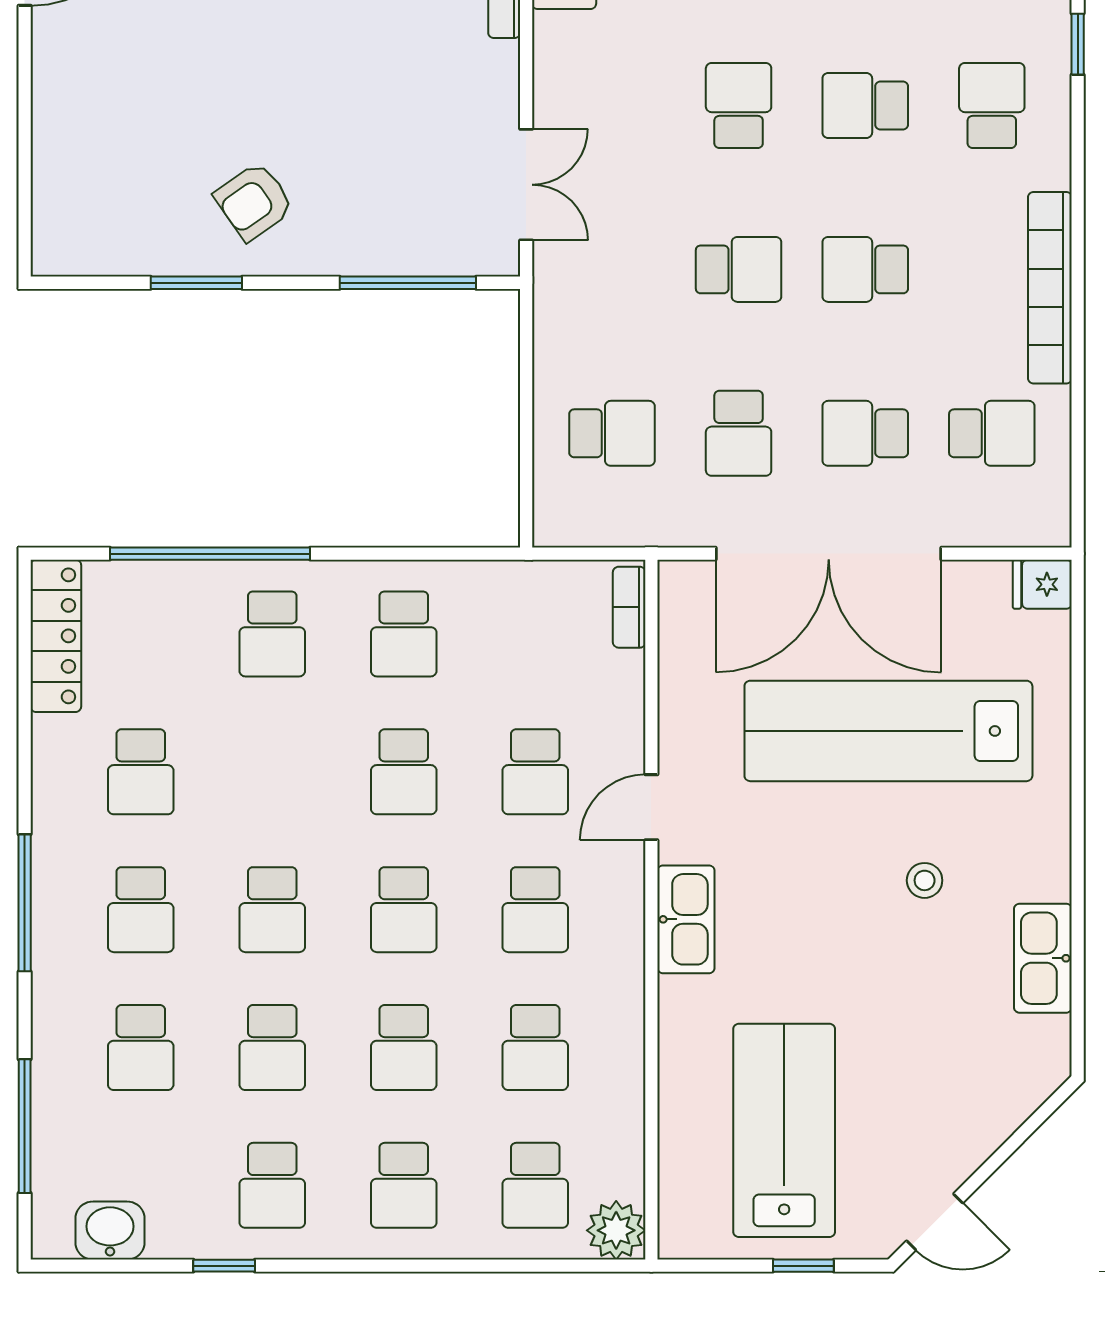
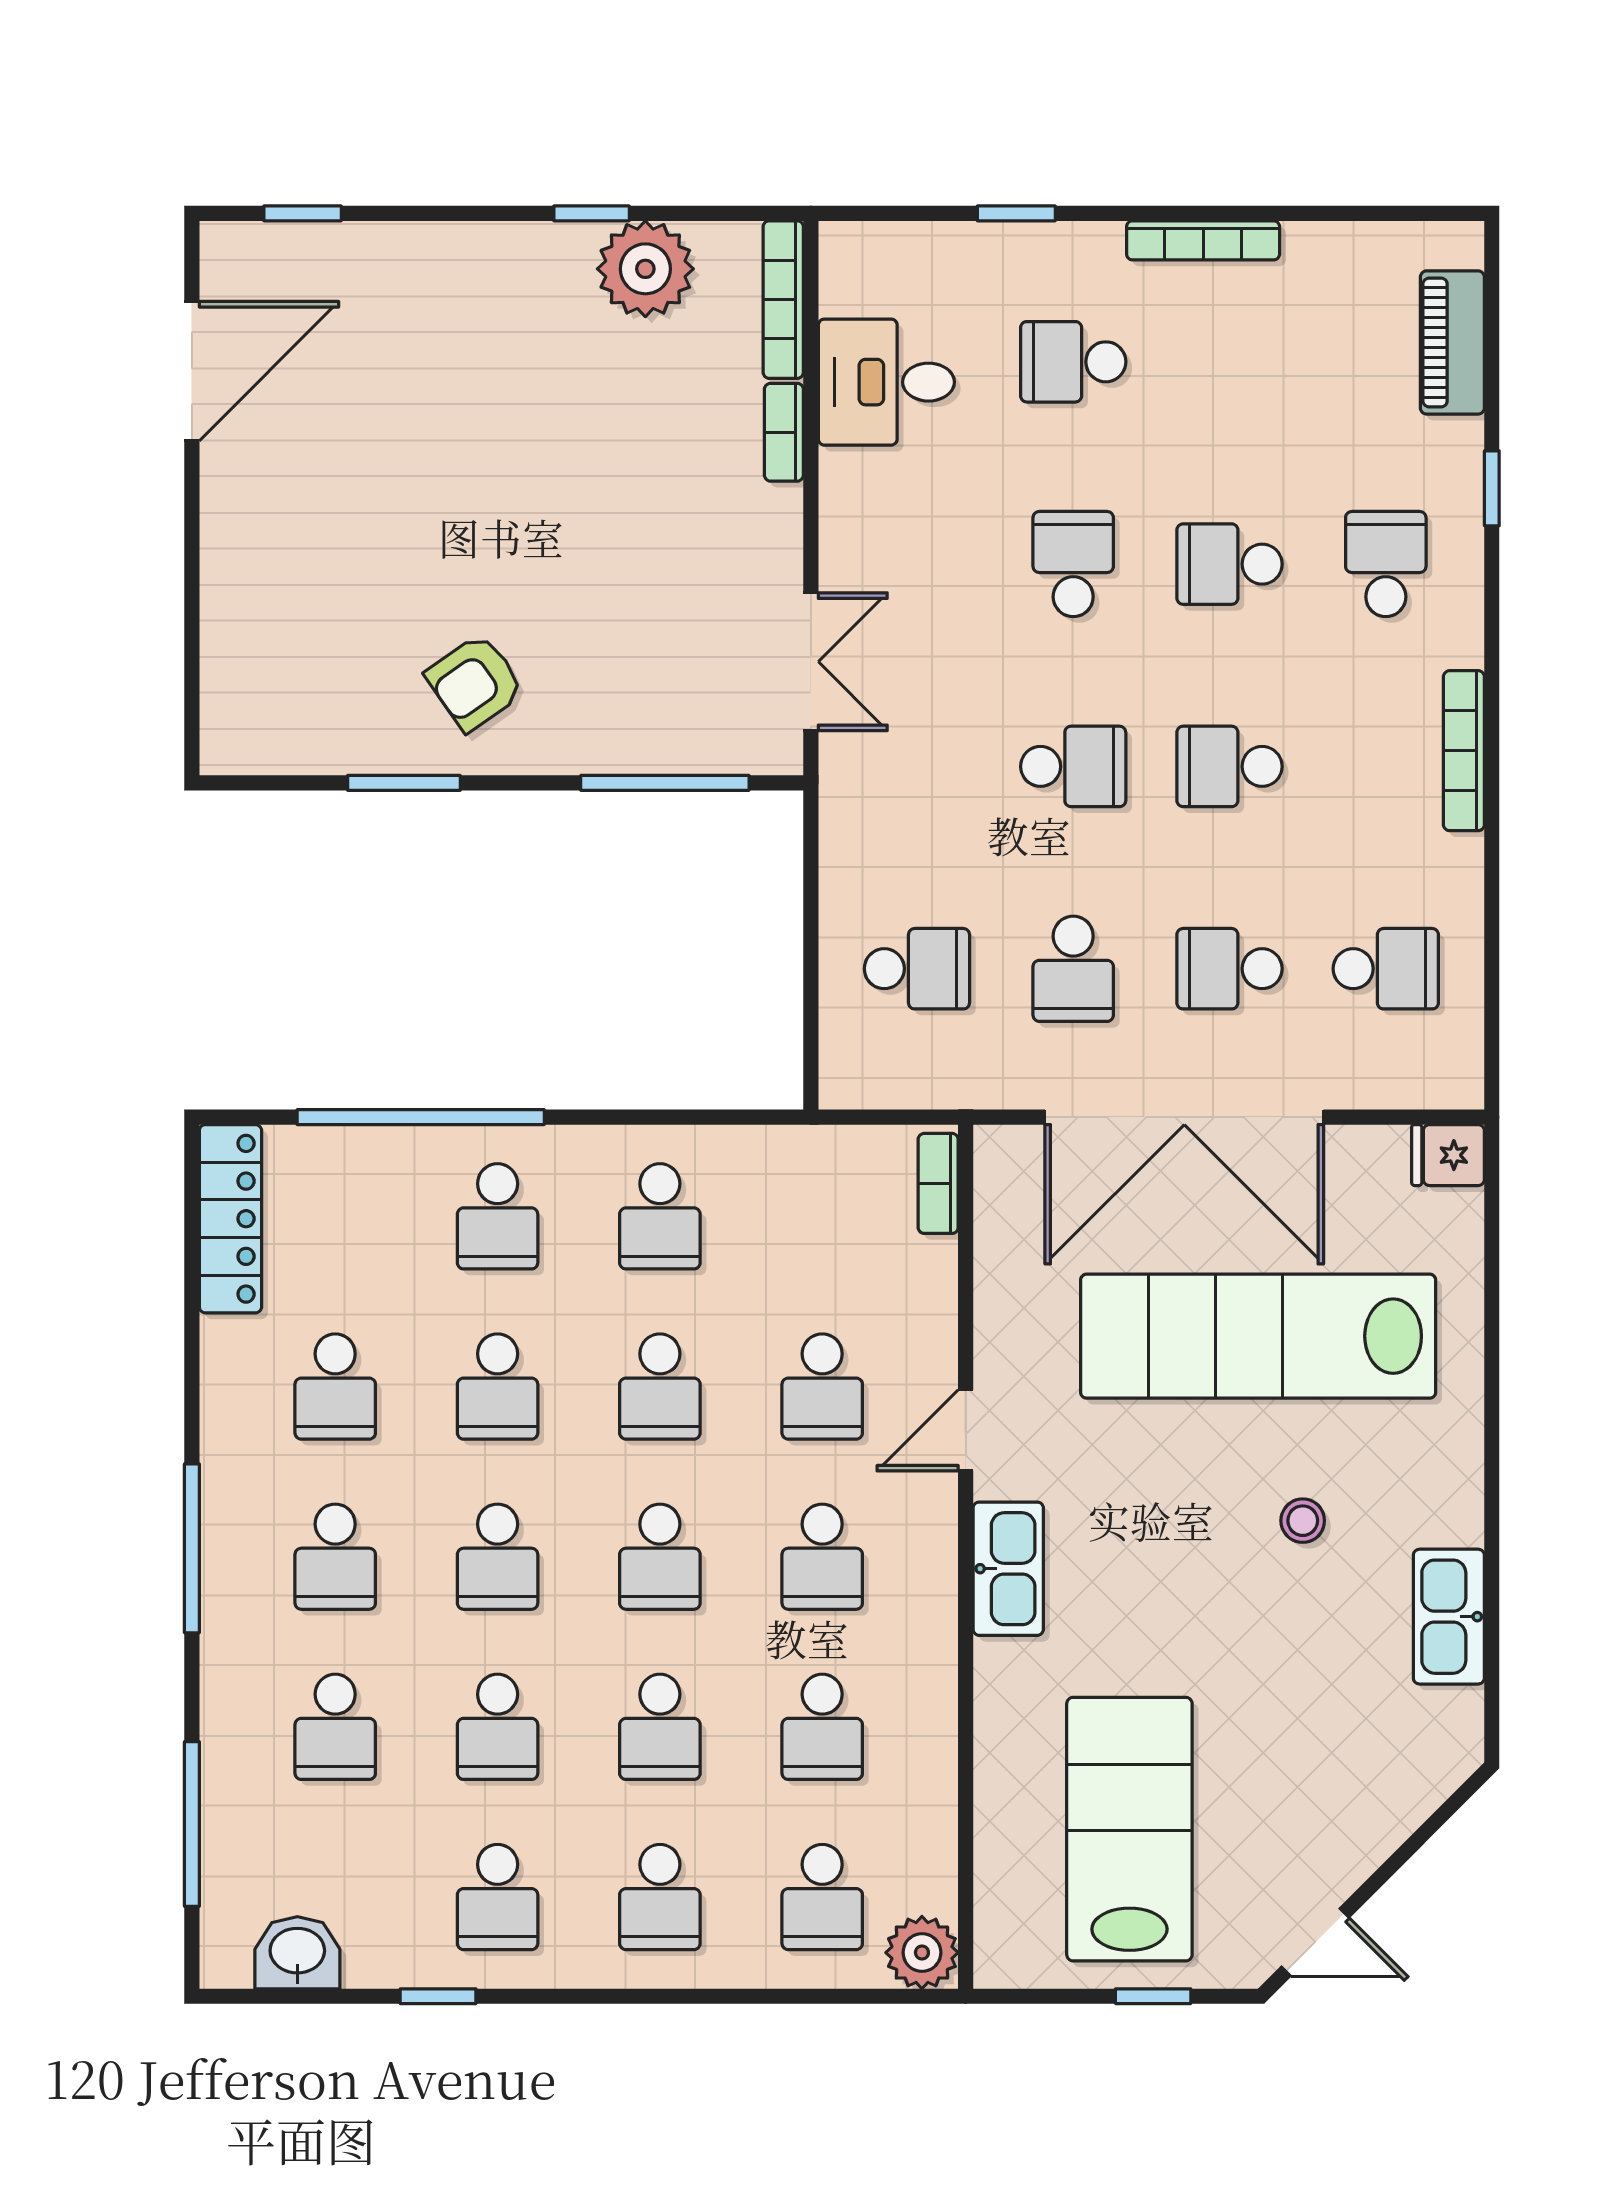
bookcase: (1050, 288) -> (1464, 751), width x0.68, depth x0.76
school desk: (272, 772) -> (498, 1386), added

